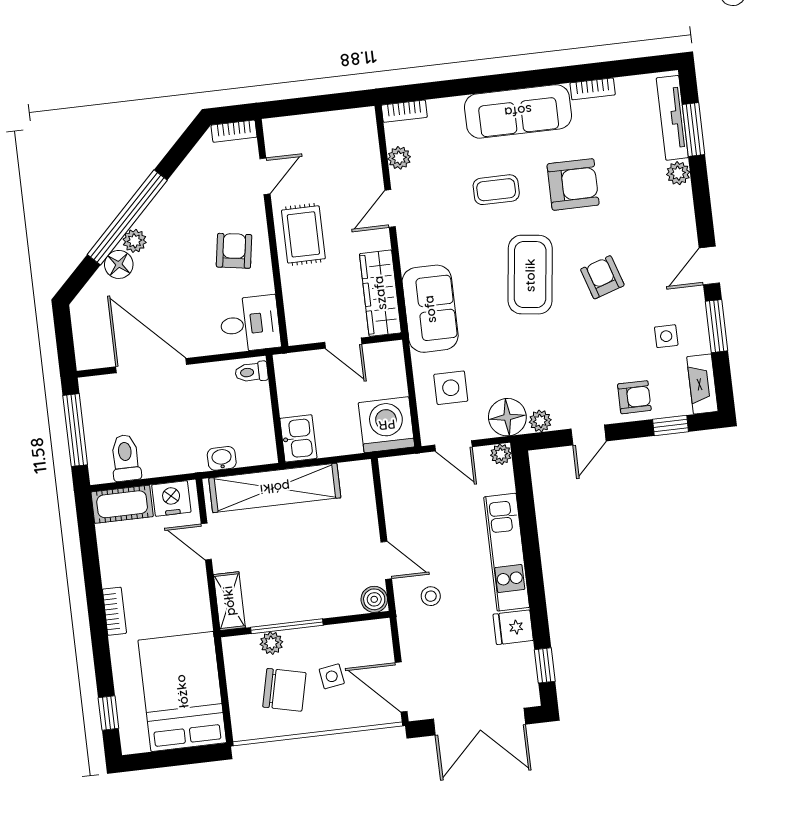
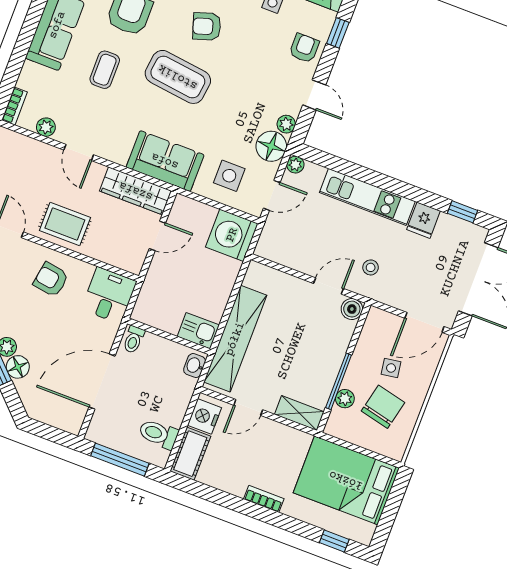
toilet: (252, 372) -> (134, 340), moved
wall: (275, 409) -> (169, 336), moved
kitchen sink: (298, 438) -> (198, 331), moved

